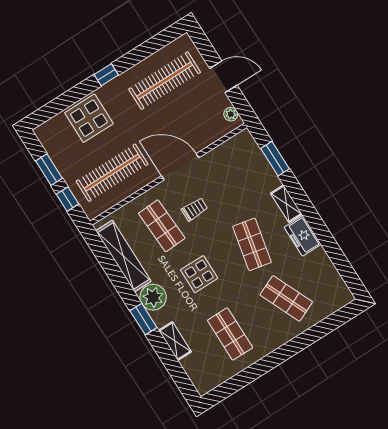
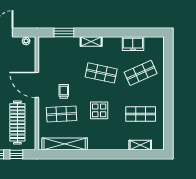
door: (180, 167) -> (37, 85), hinge flipped
freezer: (303, 236) -> (133, 44), moved
plant: (153, 297) -> (96, 142), removed
window: (143, 319) -> (104, 154), removed
shelving: (175, 341) -> (140, 145), moved

